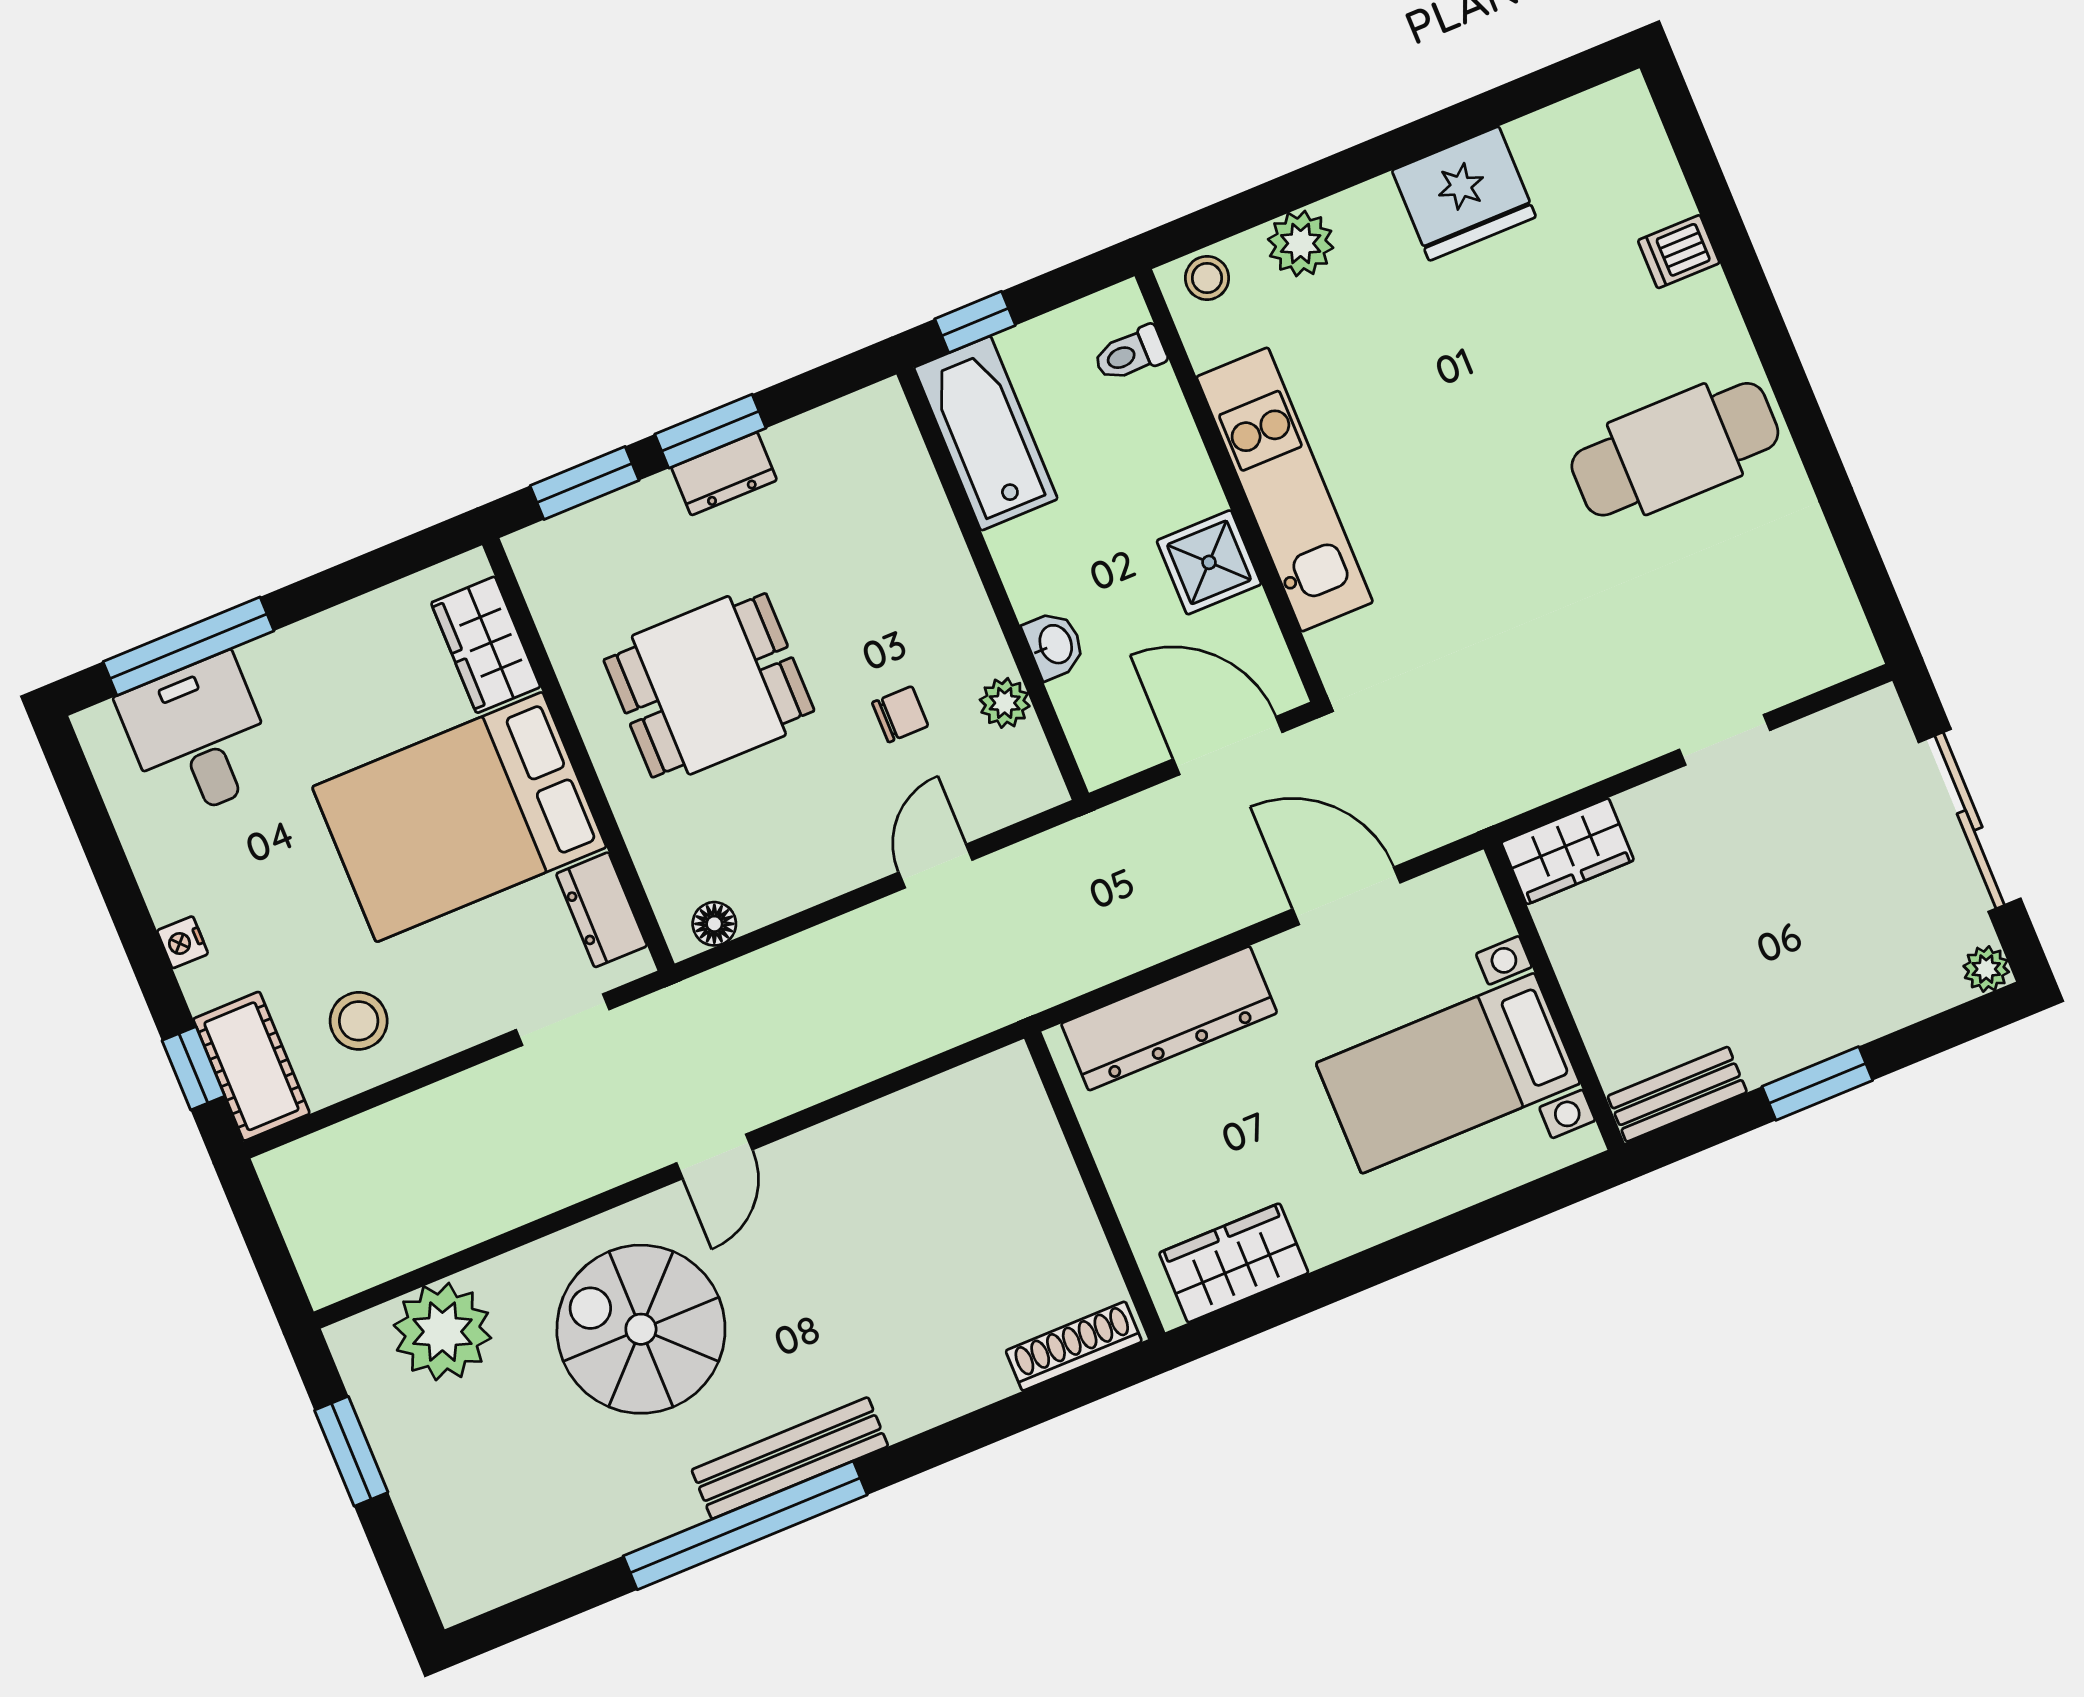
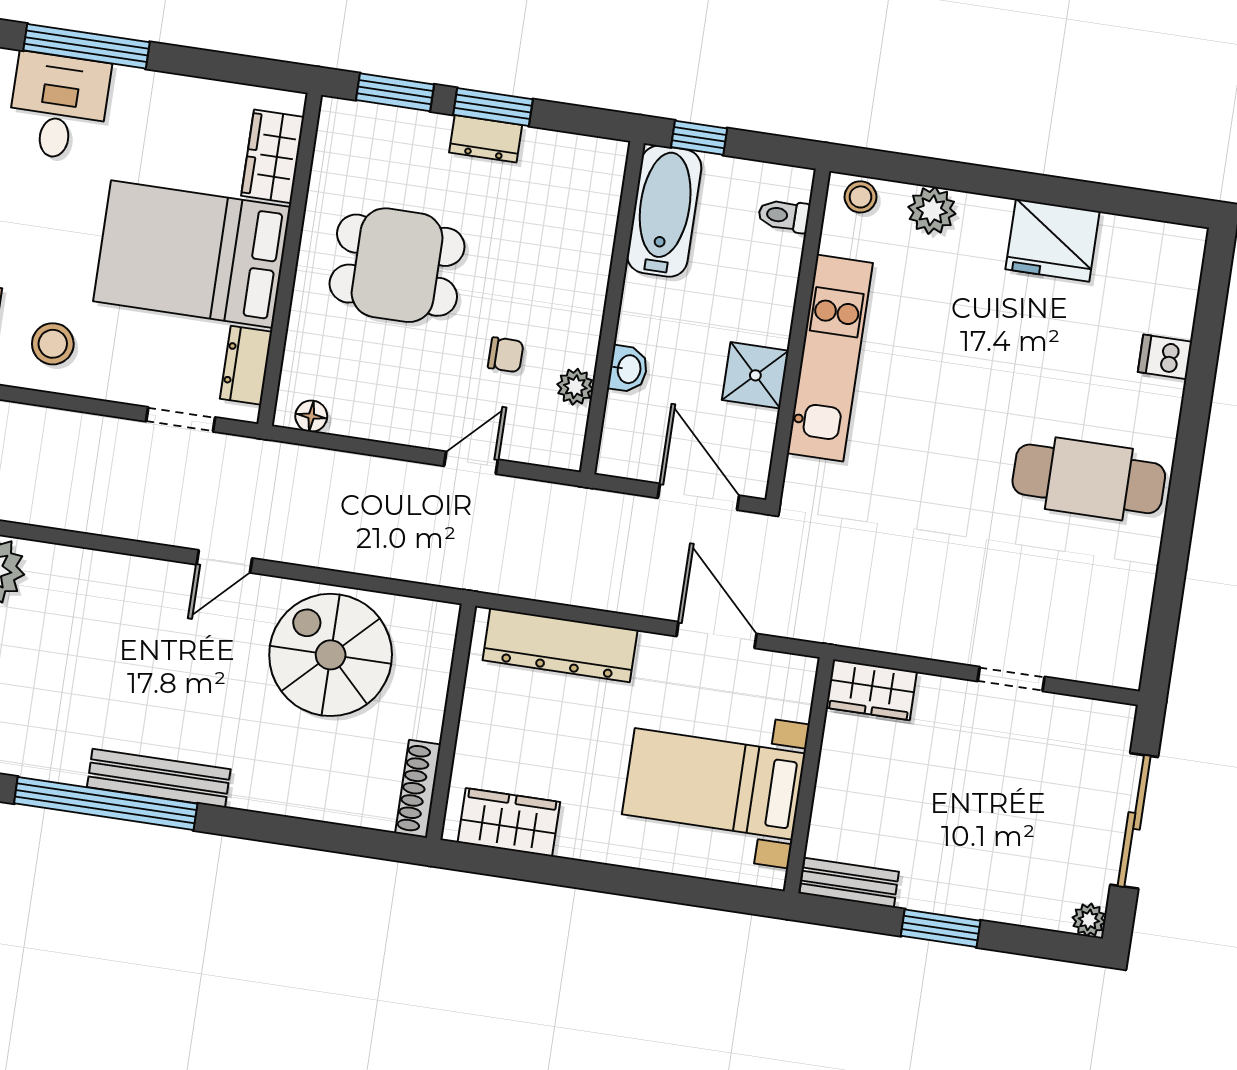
spiral stairs: (641, 1329) -> (331, 655), moved
shoe rack: (1074, 1346) -> (418, 789), moved, turned -90

